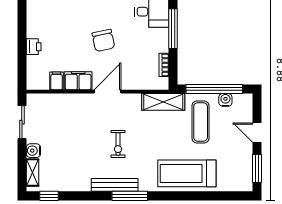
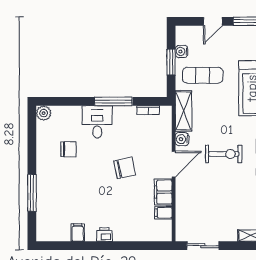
printer: (34, 47) -> (104, 235), moved
window: (214, 89) -> (171, 62), width x0.47
door: (107, 92) -> (174, 164), swing flipped
exercise bike: (118, 144) -> (224, 154), width x1.38, depth x1.39
water cooler: (33, 151) -> (182, 139), moved, turned 90

